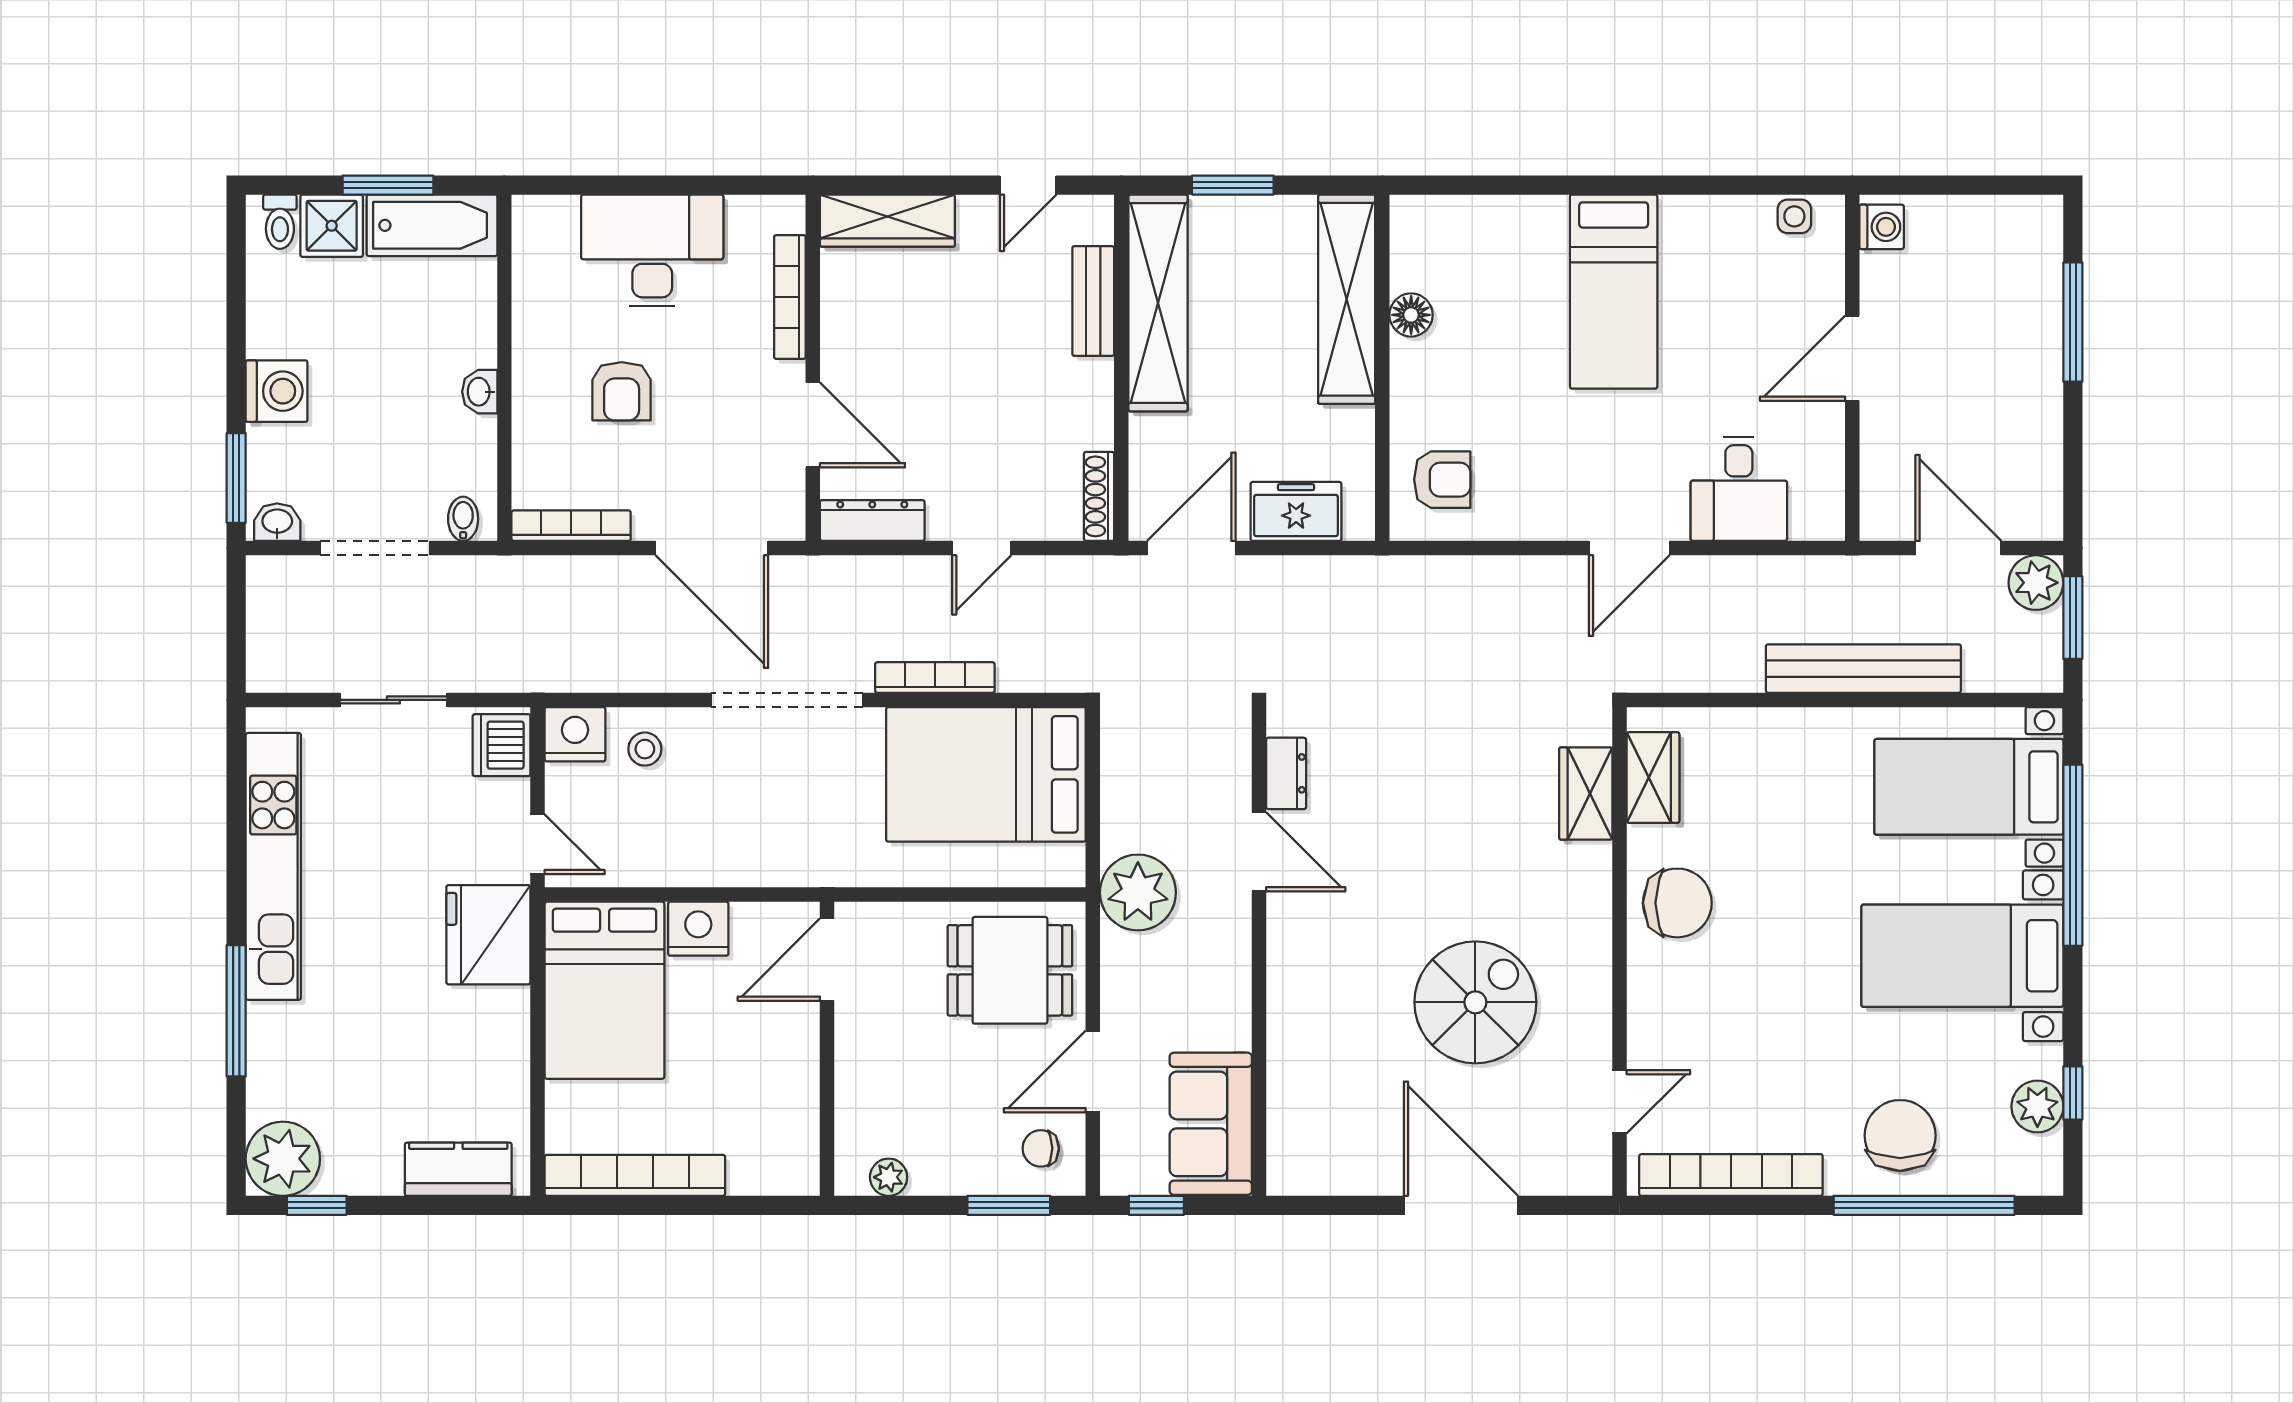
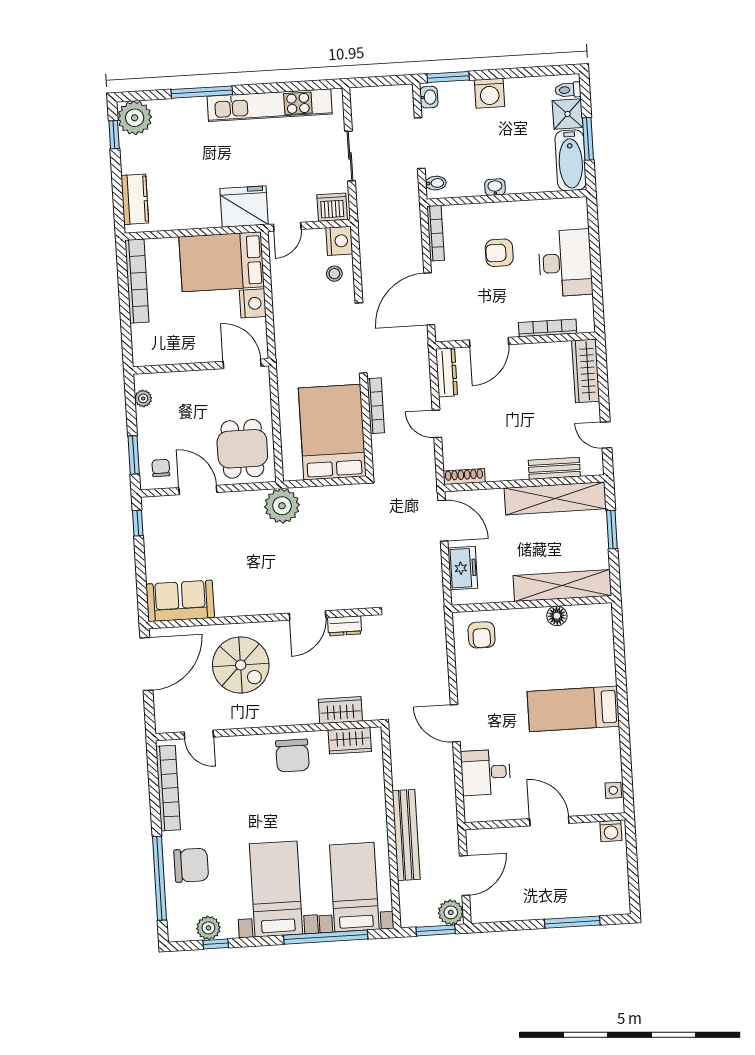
dresser: (1286, 773) -> (345, 626), moved
door: (1259, 852) -> (308, 615), moved
wall: (1259, 951) -> (261, 618), moved
sofa: (1211, 1124) -> (180, 601), moved

